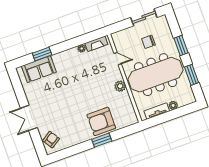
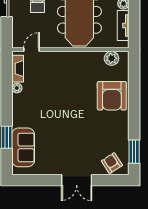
door: (118, 59) -> (32, 50), moved
plant: (120, 86) -> (111, 58), moved
window: (102, 140) -> (134, 152), moved

